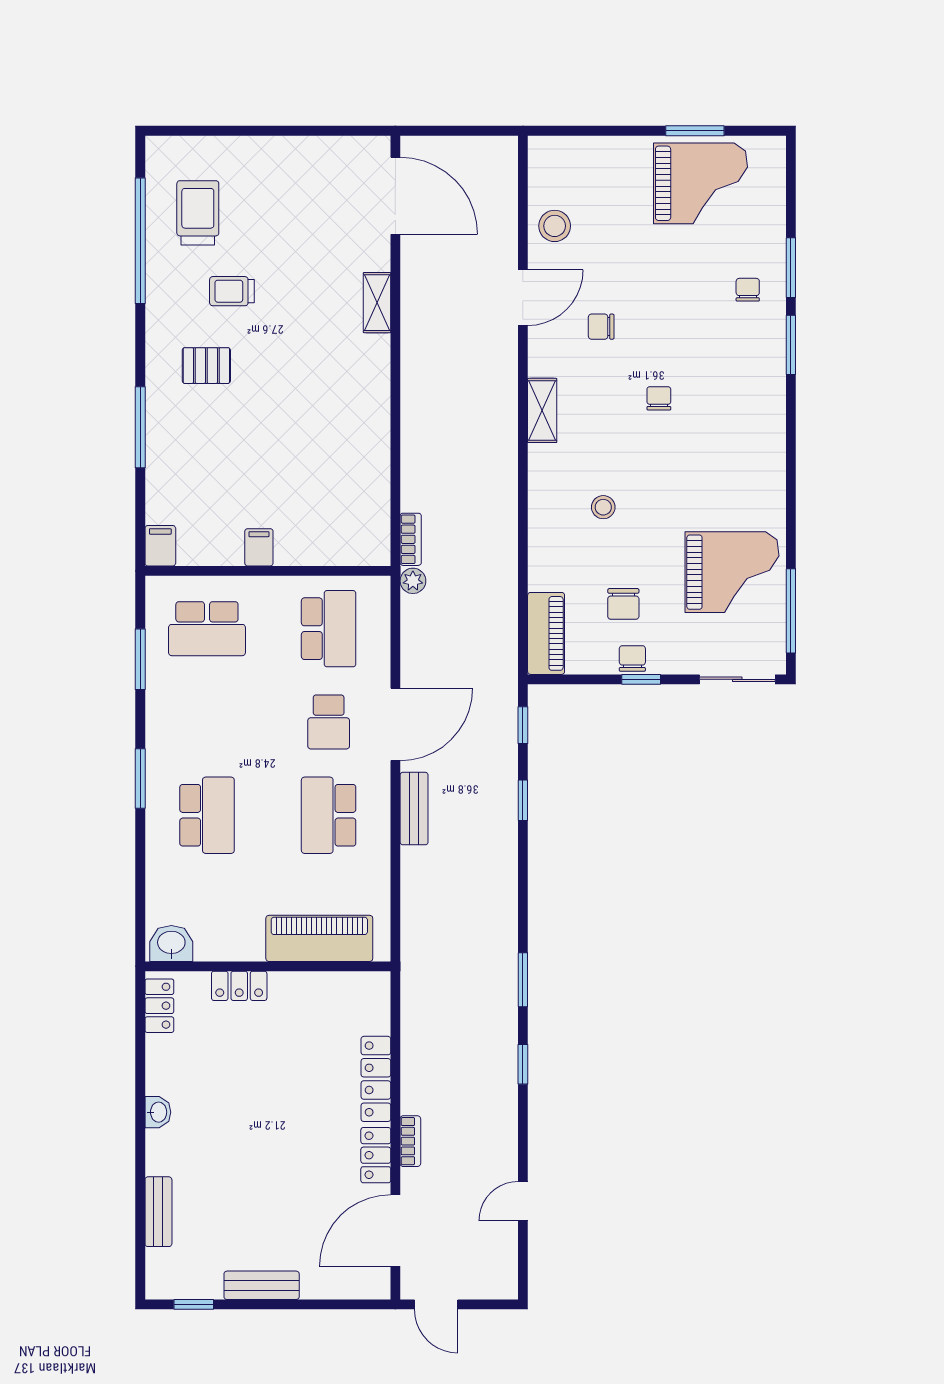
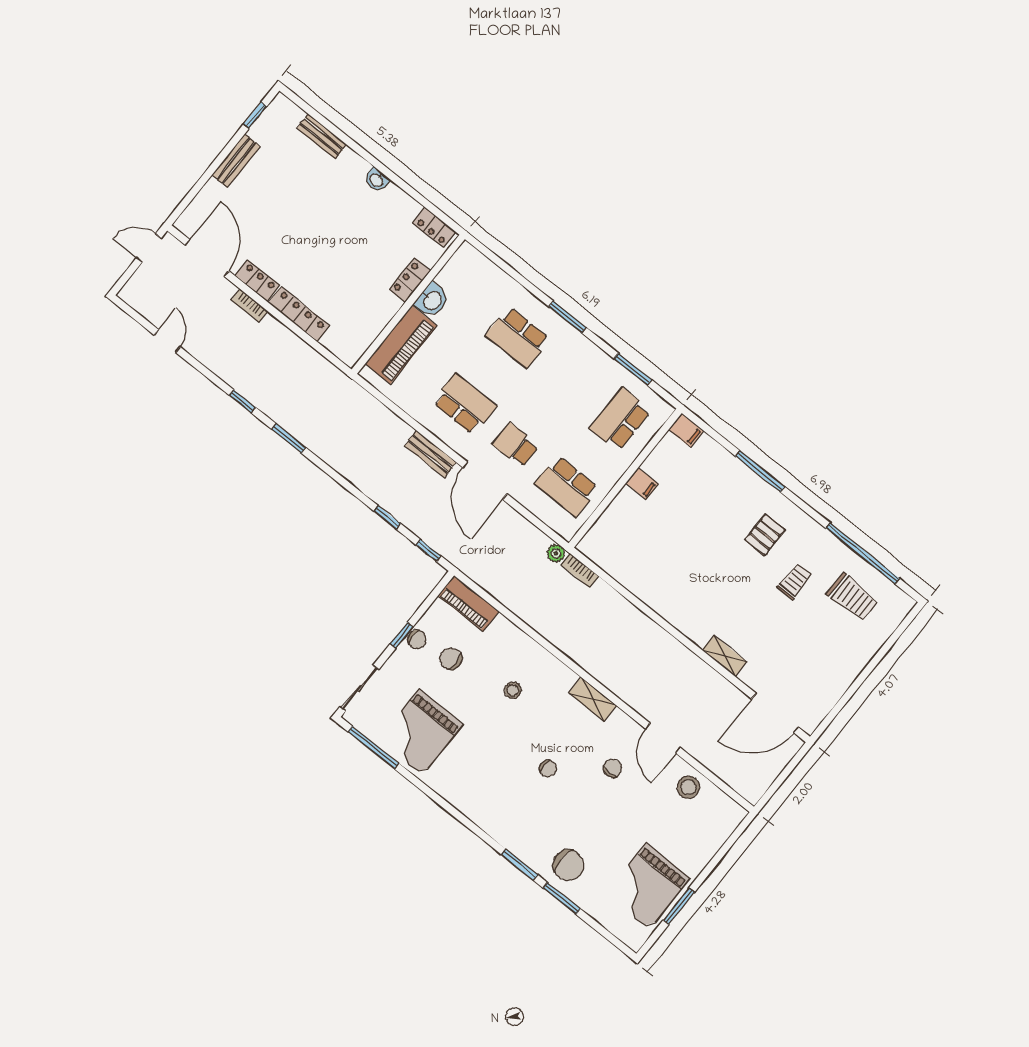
chair: (748, 290) -> (569, 865), width x1.87, depth x1.87
washbasin: (171, 943) -> (432, 300), moved

